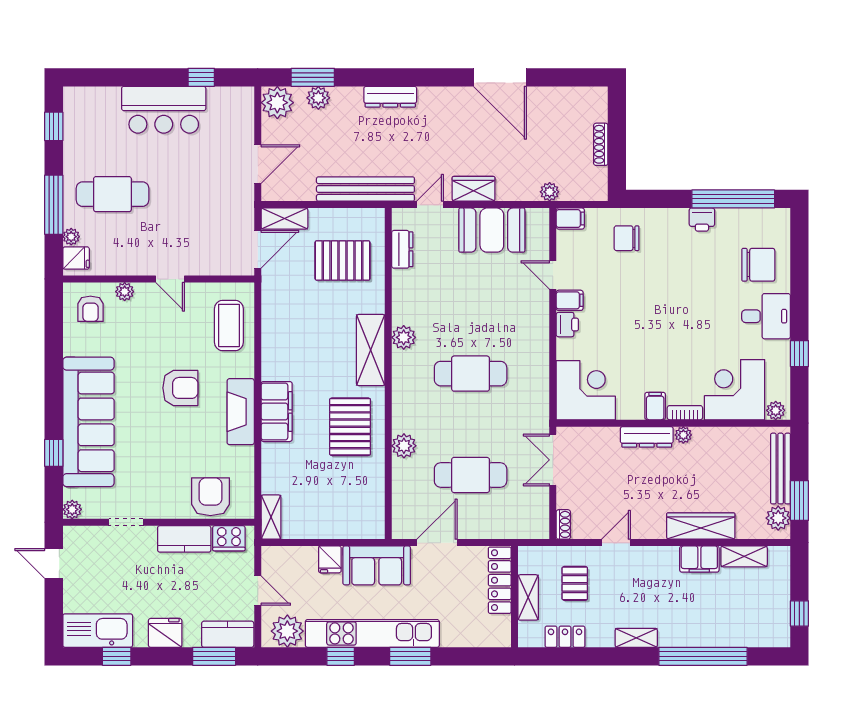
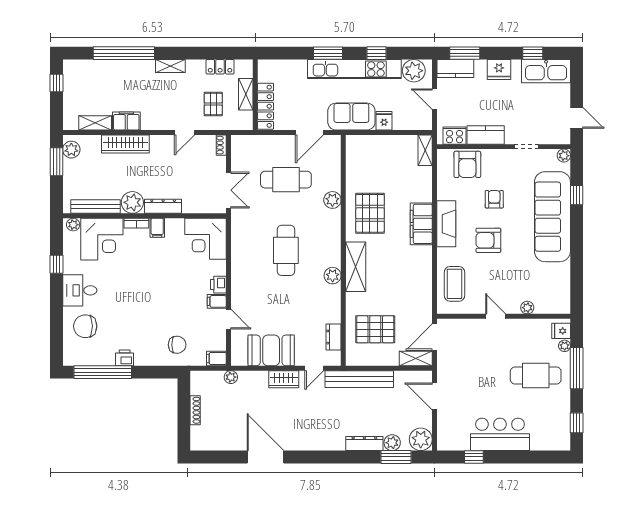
dresser: (390, 97) -> (364, 443), moved
door: (258, 164) -> (434, 396), hinge flipped
armchair: (90, 309) -> (494, 199), moved
cafe table: (471, 374) -> (286, 250), turned 90
plant: (683, 435) -> (132, 202), width x1.87, depth x1.87
bench: (781, 469) -> (95, 207), moved, turned 90

